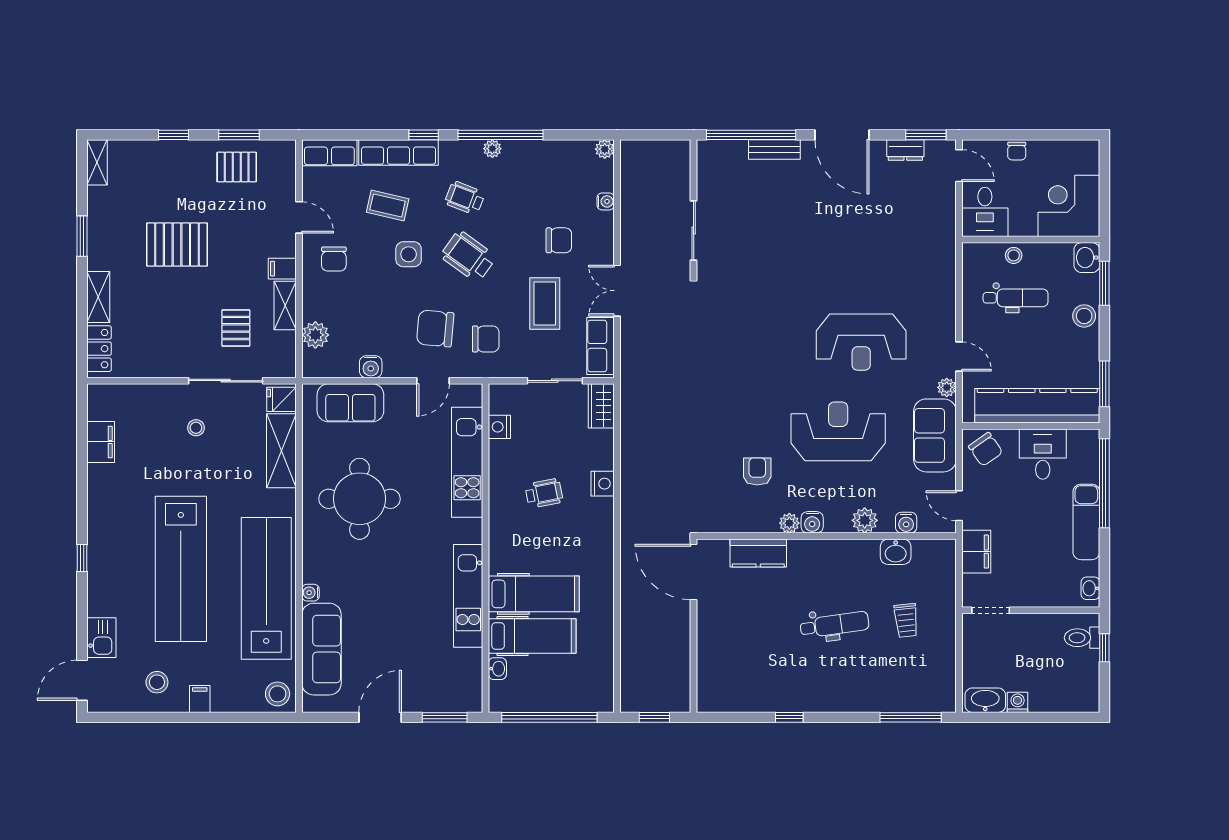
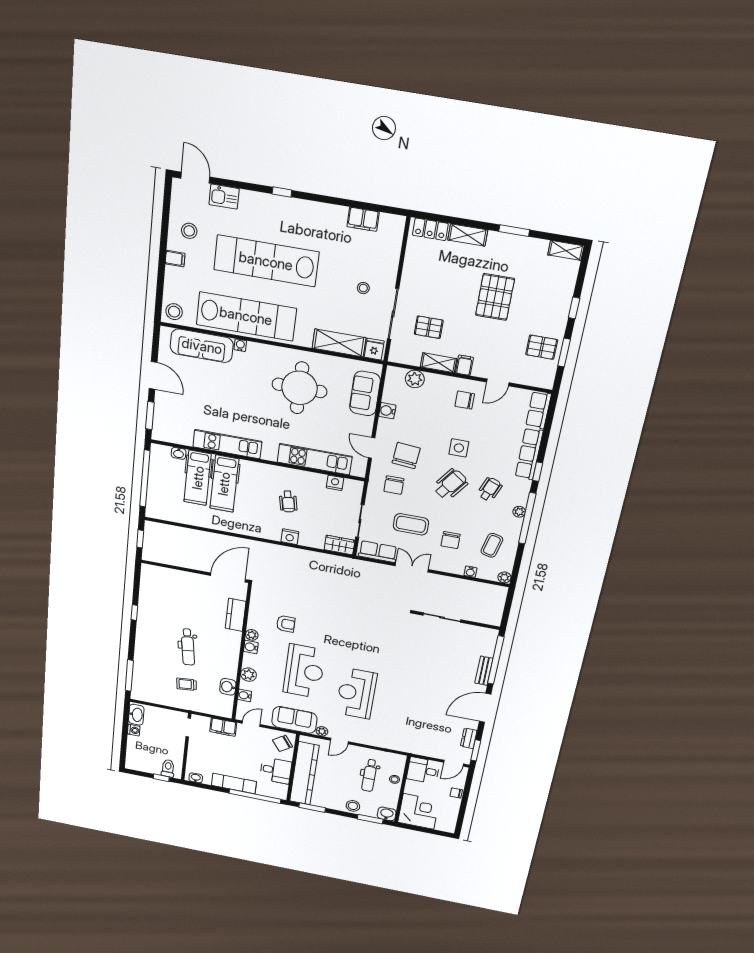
pallet: (237, 167) -> (542, 347), turned 90
coffee table: (388, 206) -> (492, 545), moved

